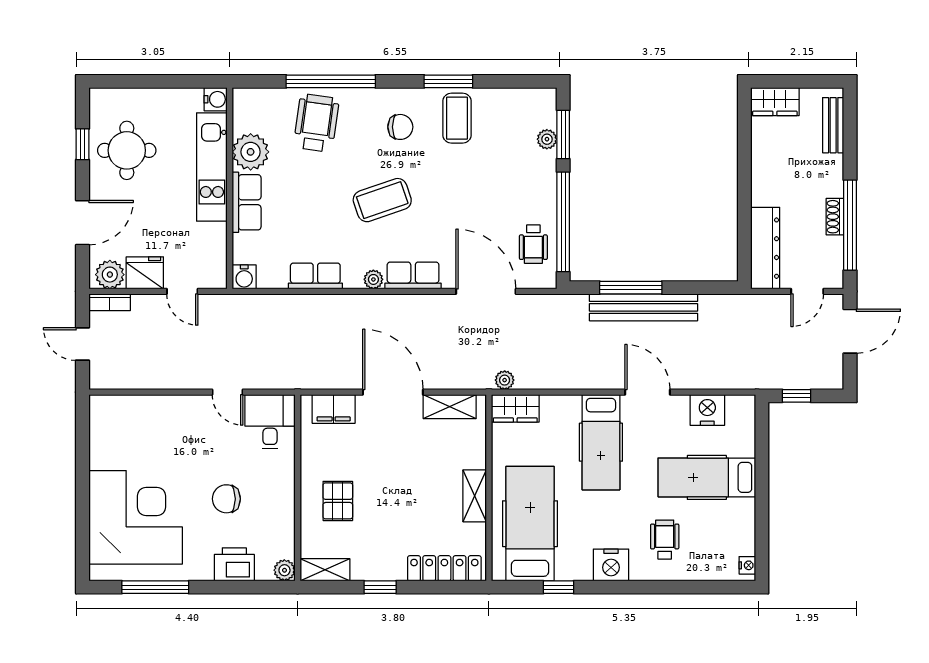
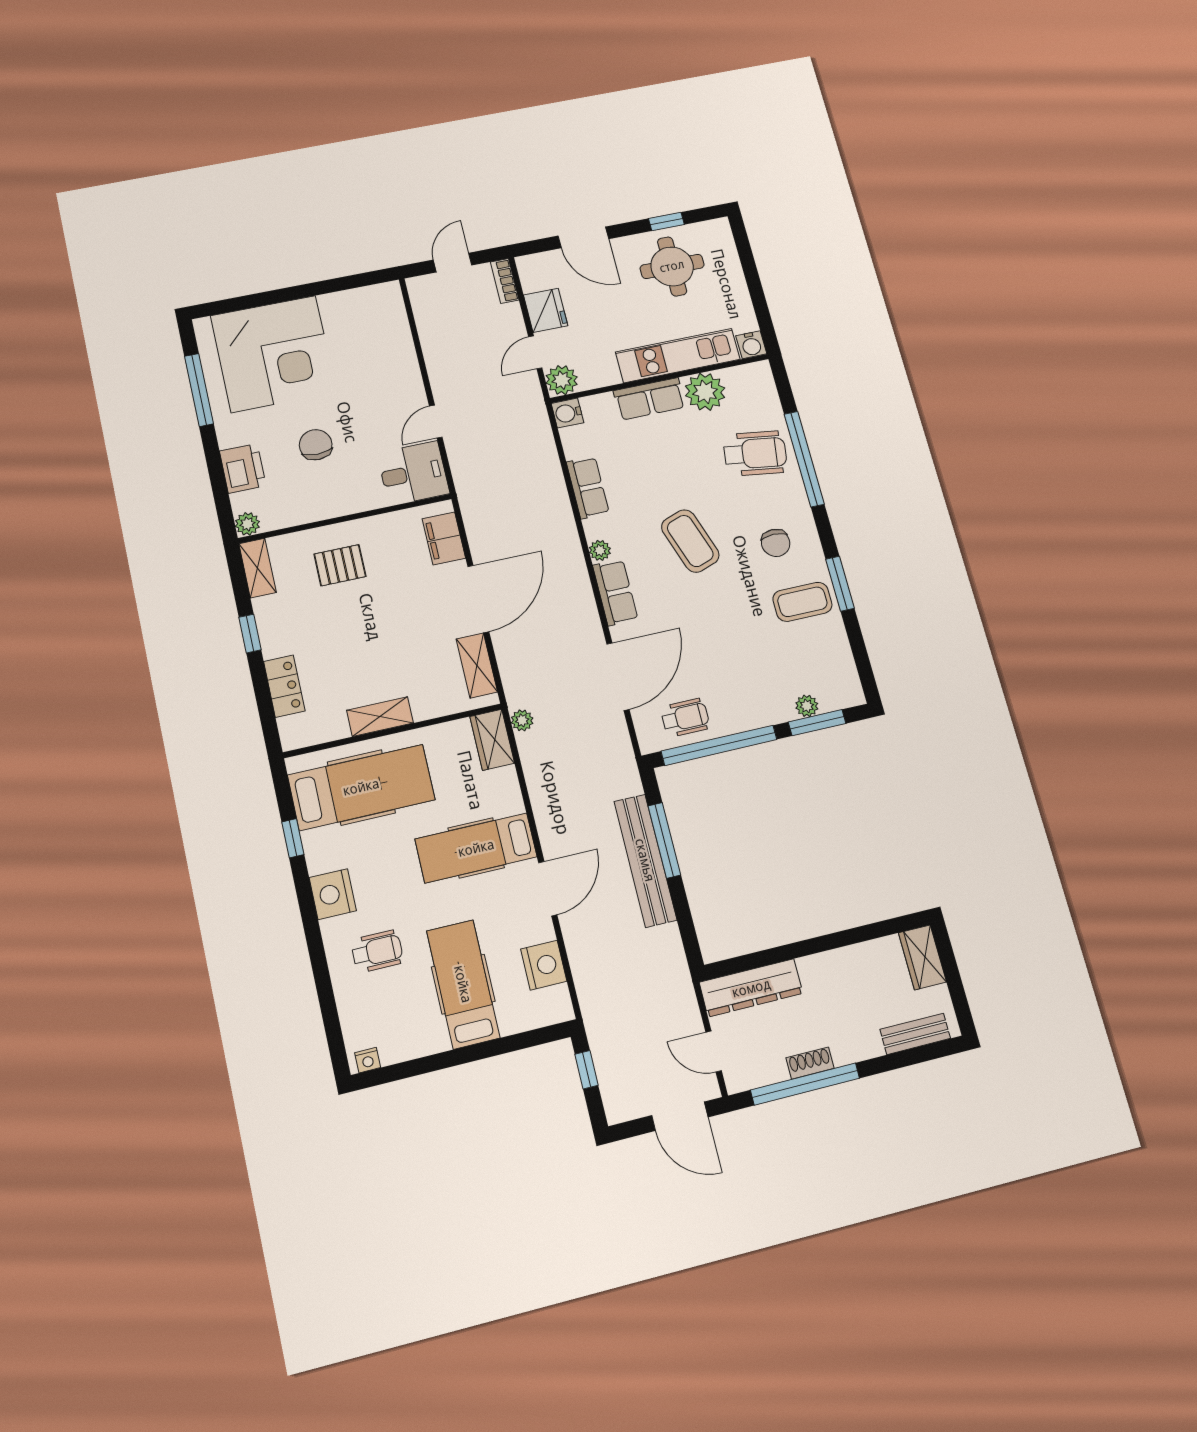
wheelchair: (533, 244) -> (685, 718), turned 180
plant: (110, 275) -> (562, 380), moved
locker: (444, 568) -> (284, 686), width x0.66

